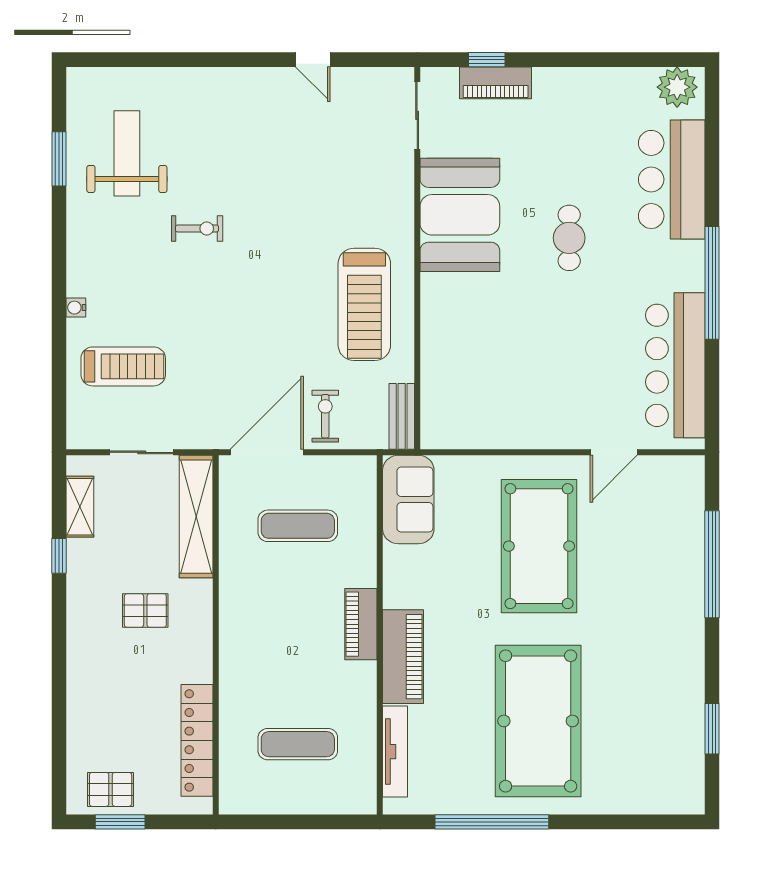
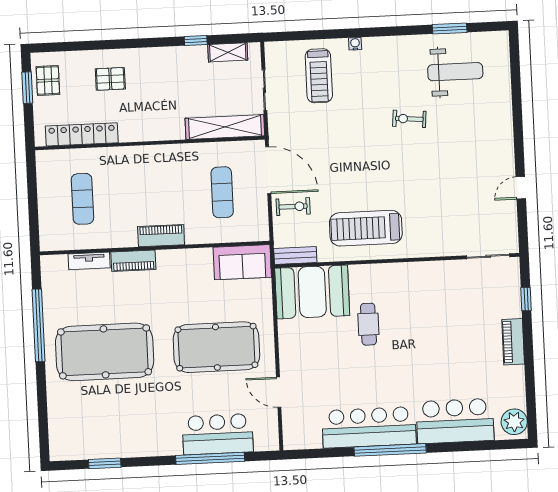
piano: (496, 83) -> (513, 342), moved
booth: (460, 215) -> (312, 292), moved
exercise bike: (197, 228) -> (409, 119), turned 95
cafe table: (569, 238) -> (368, 324), moved, turned 90
bar counter: (675, 365) -> (369, 427), moved
bar counter: (675, 551) -> (218, 434), added
pallet: (145, 610) -> (110, 79), moved, turned 90
piano: (403, 657) -> (133, 261), width x0.73, depth x0.75
tv unit: (395, 752) -> (89, 261), width x0.71

